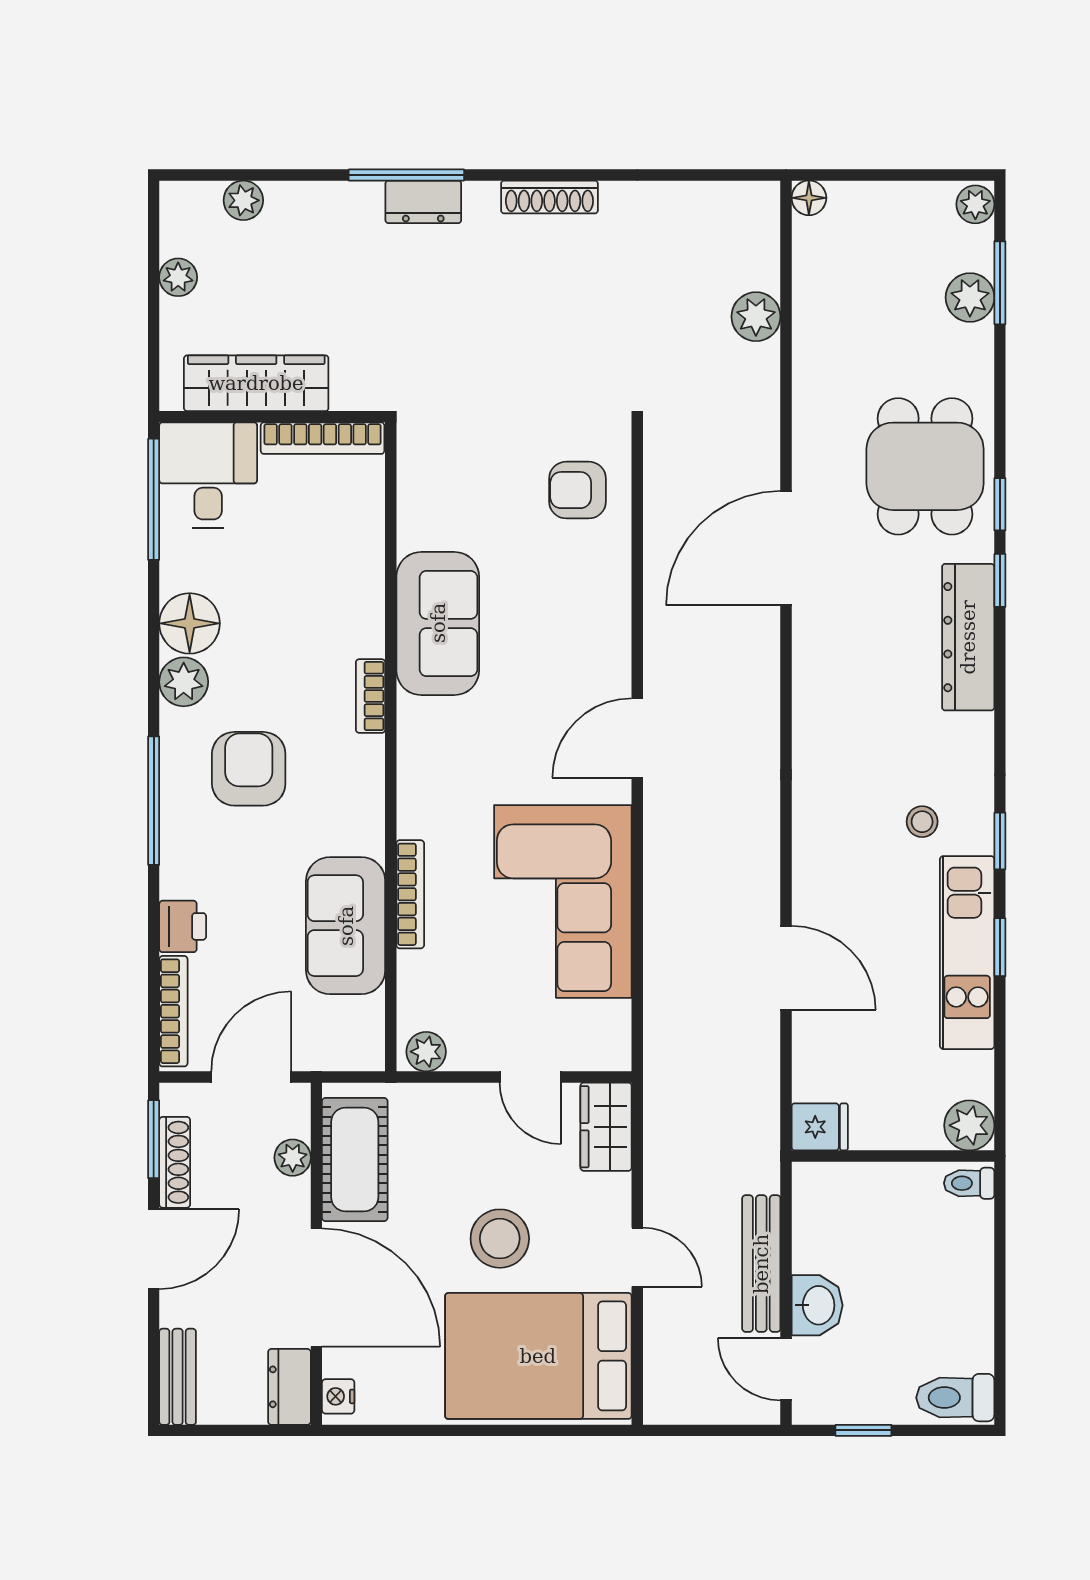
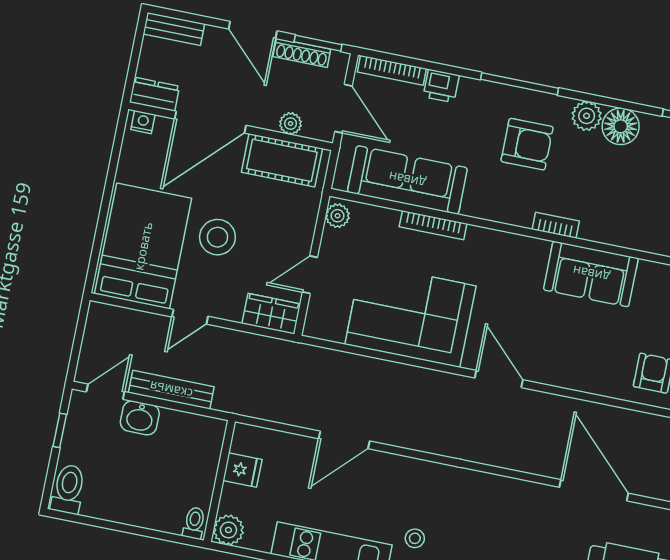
sofa: (346, 926) -> (407, 180), width x1.36
fridge: (820, 1127) -> (242, 470), moved, turned -90

